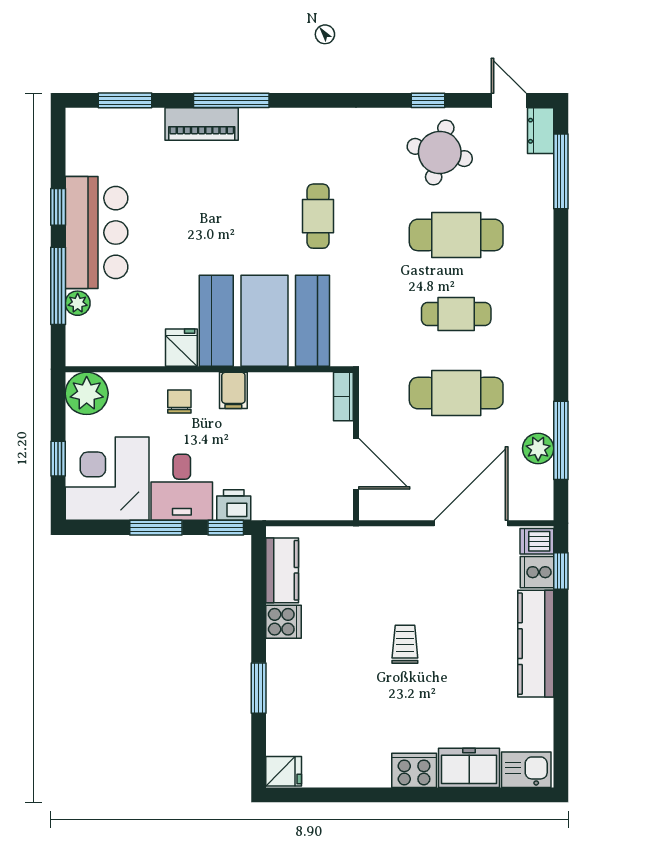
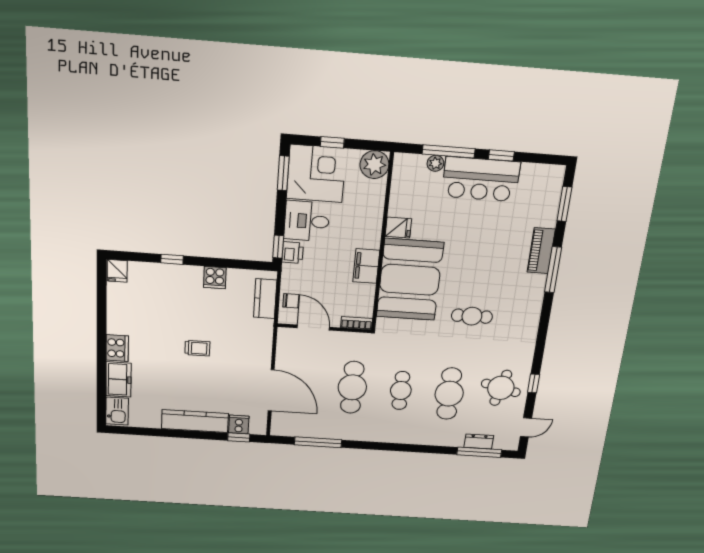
dresser: (541, 131) -> (479, 441), moved
filing cabinet: (233, 390) -> (366, 266), width x2.00
chair: (179, 401) -> (291, 301), moved
plant: (538, 448) -> (314, 430), removed
door: (356, 464) -> (313, 328), swing flipped
window: (156, 528) -> (283, 173), moved
dishwasher: (537, 541) -> (258, 426), removed
kitchen counter: (282, 570) -> (265, 299), moved, turned 90
window: (259, 688) -> (172, 259), width x0.67

